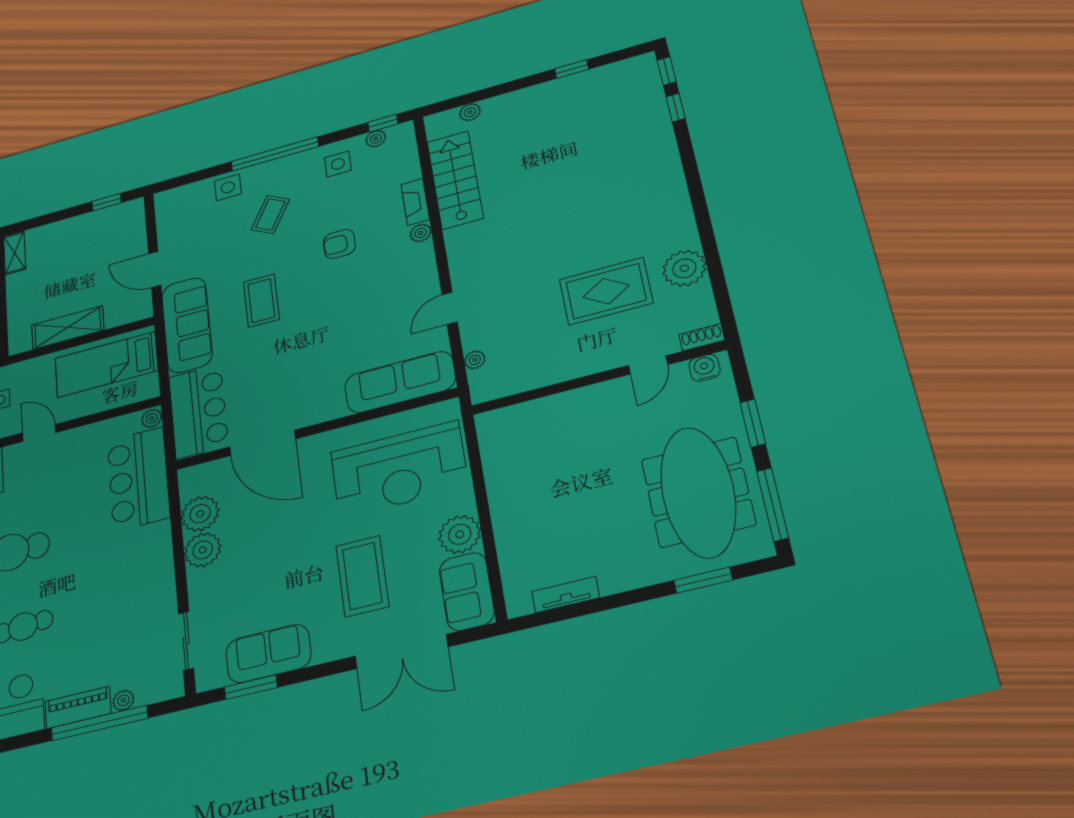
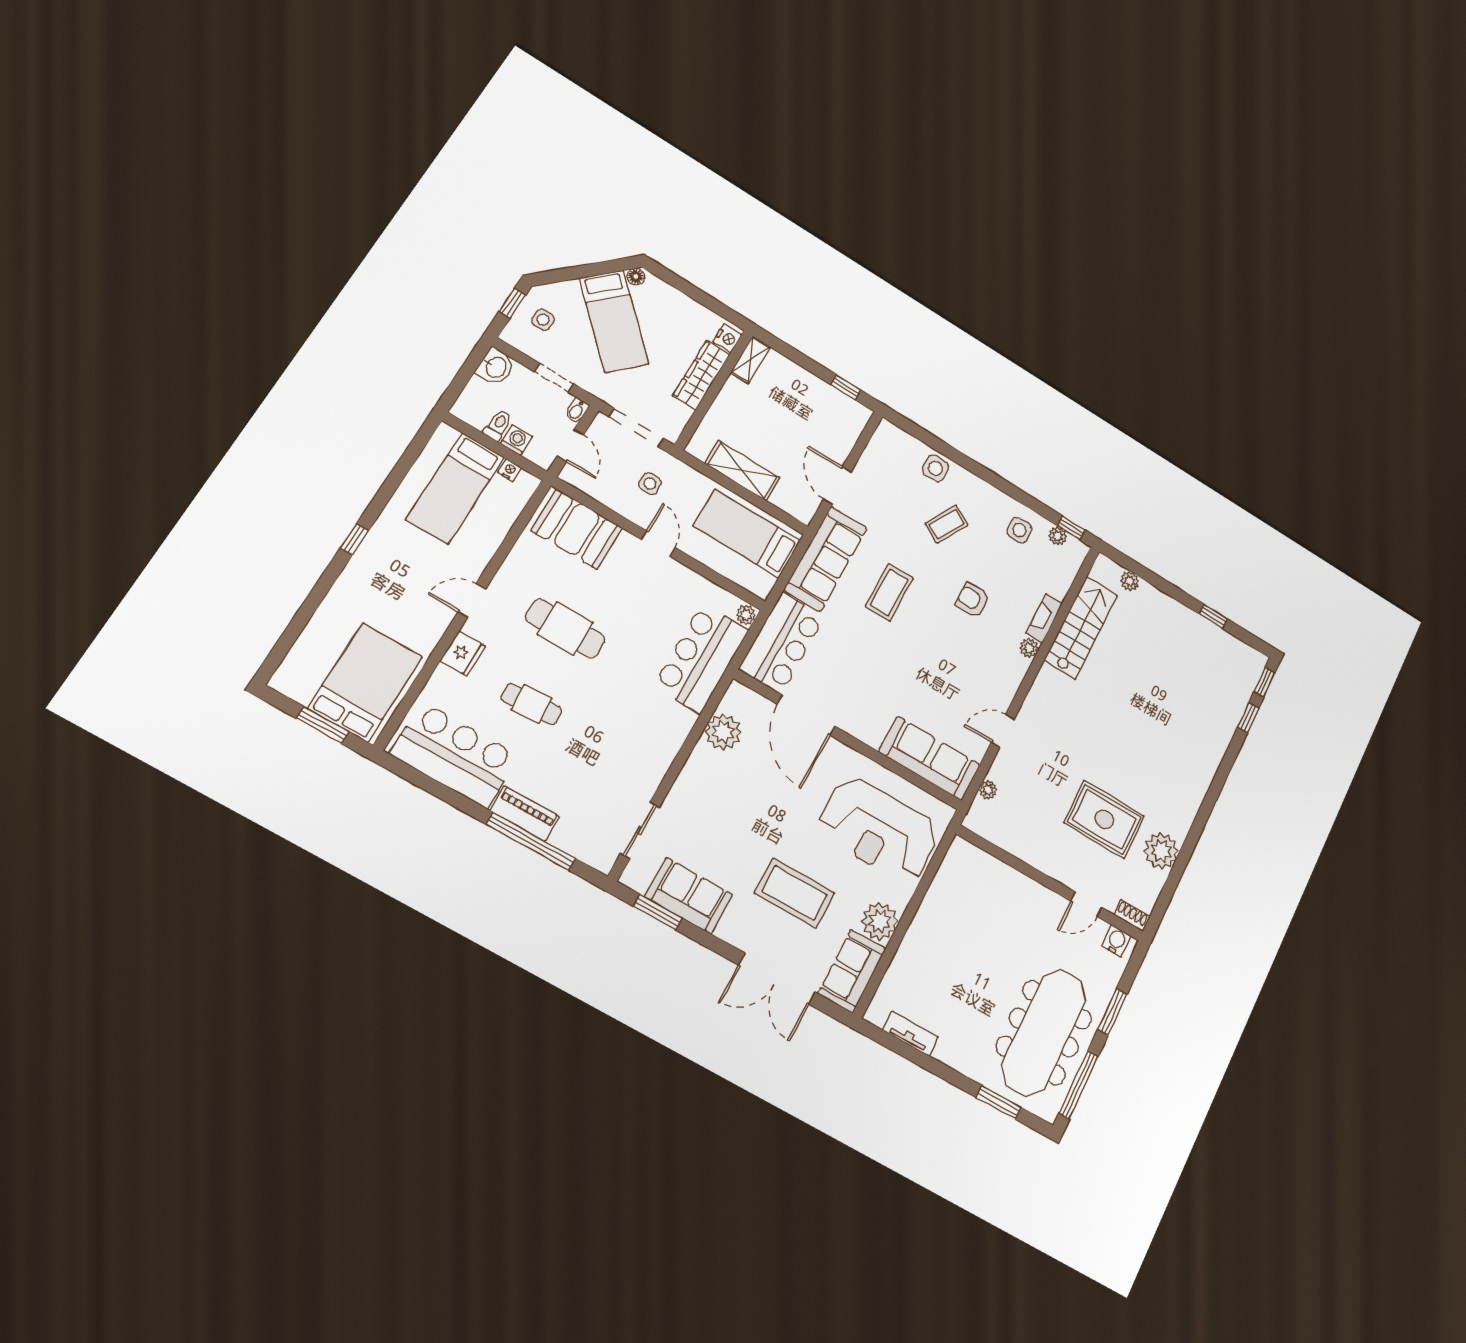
window: (275, 154) -> (986, 475), removed
plant: (203, 550) -> (704, 765), removed
coffee table: (362, 576) -> (795, 893), turned 90
plant: (123, 700) -> (561, 838), removed

